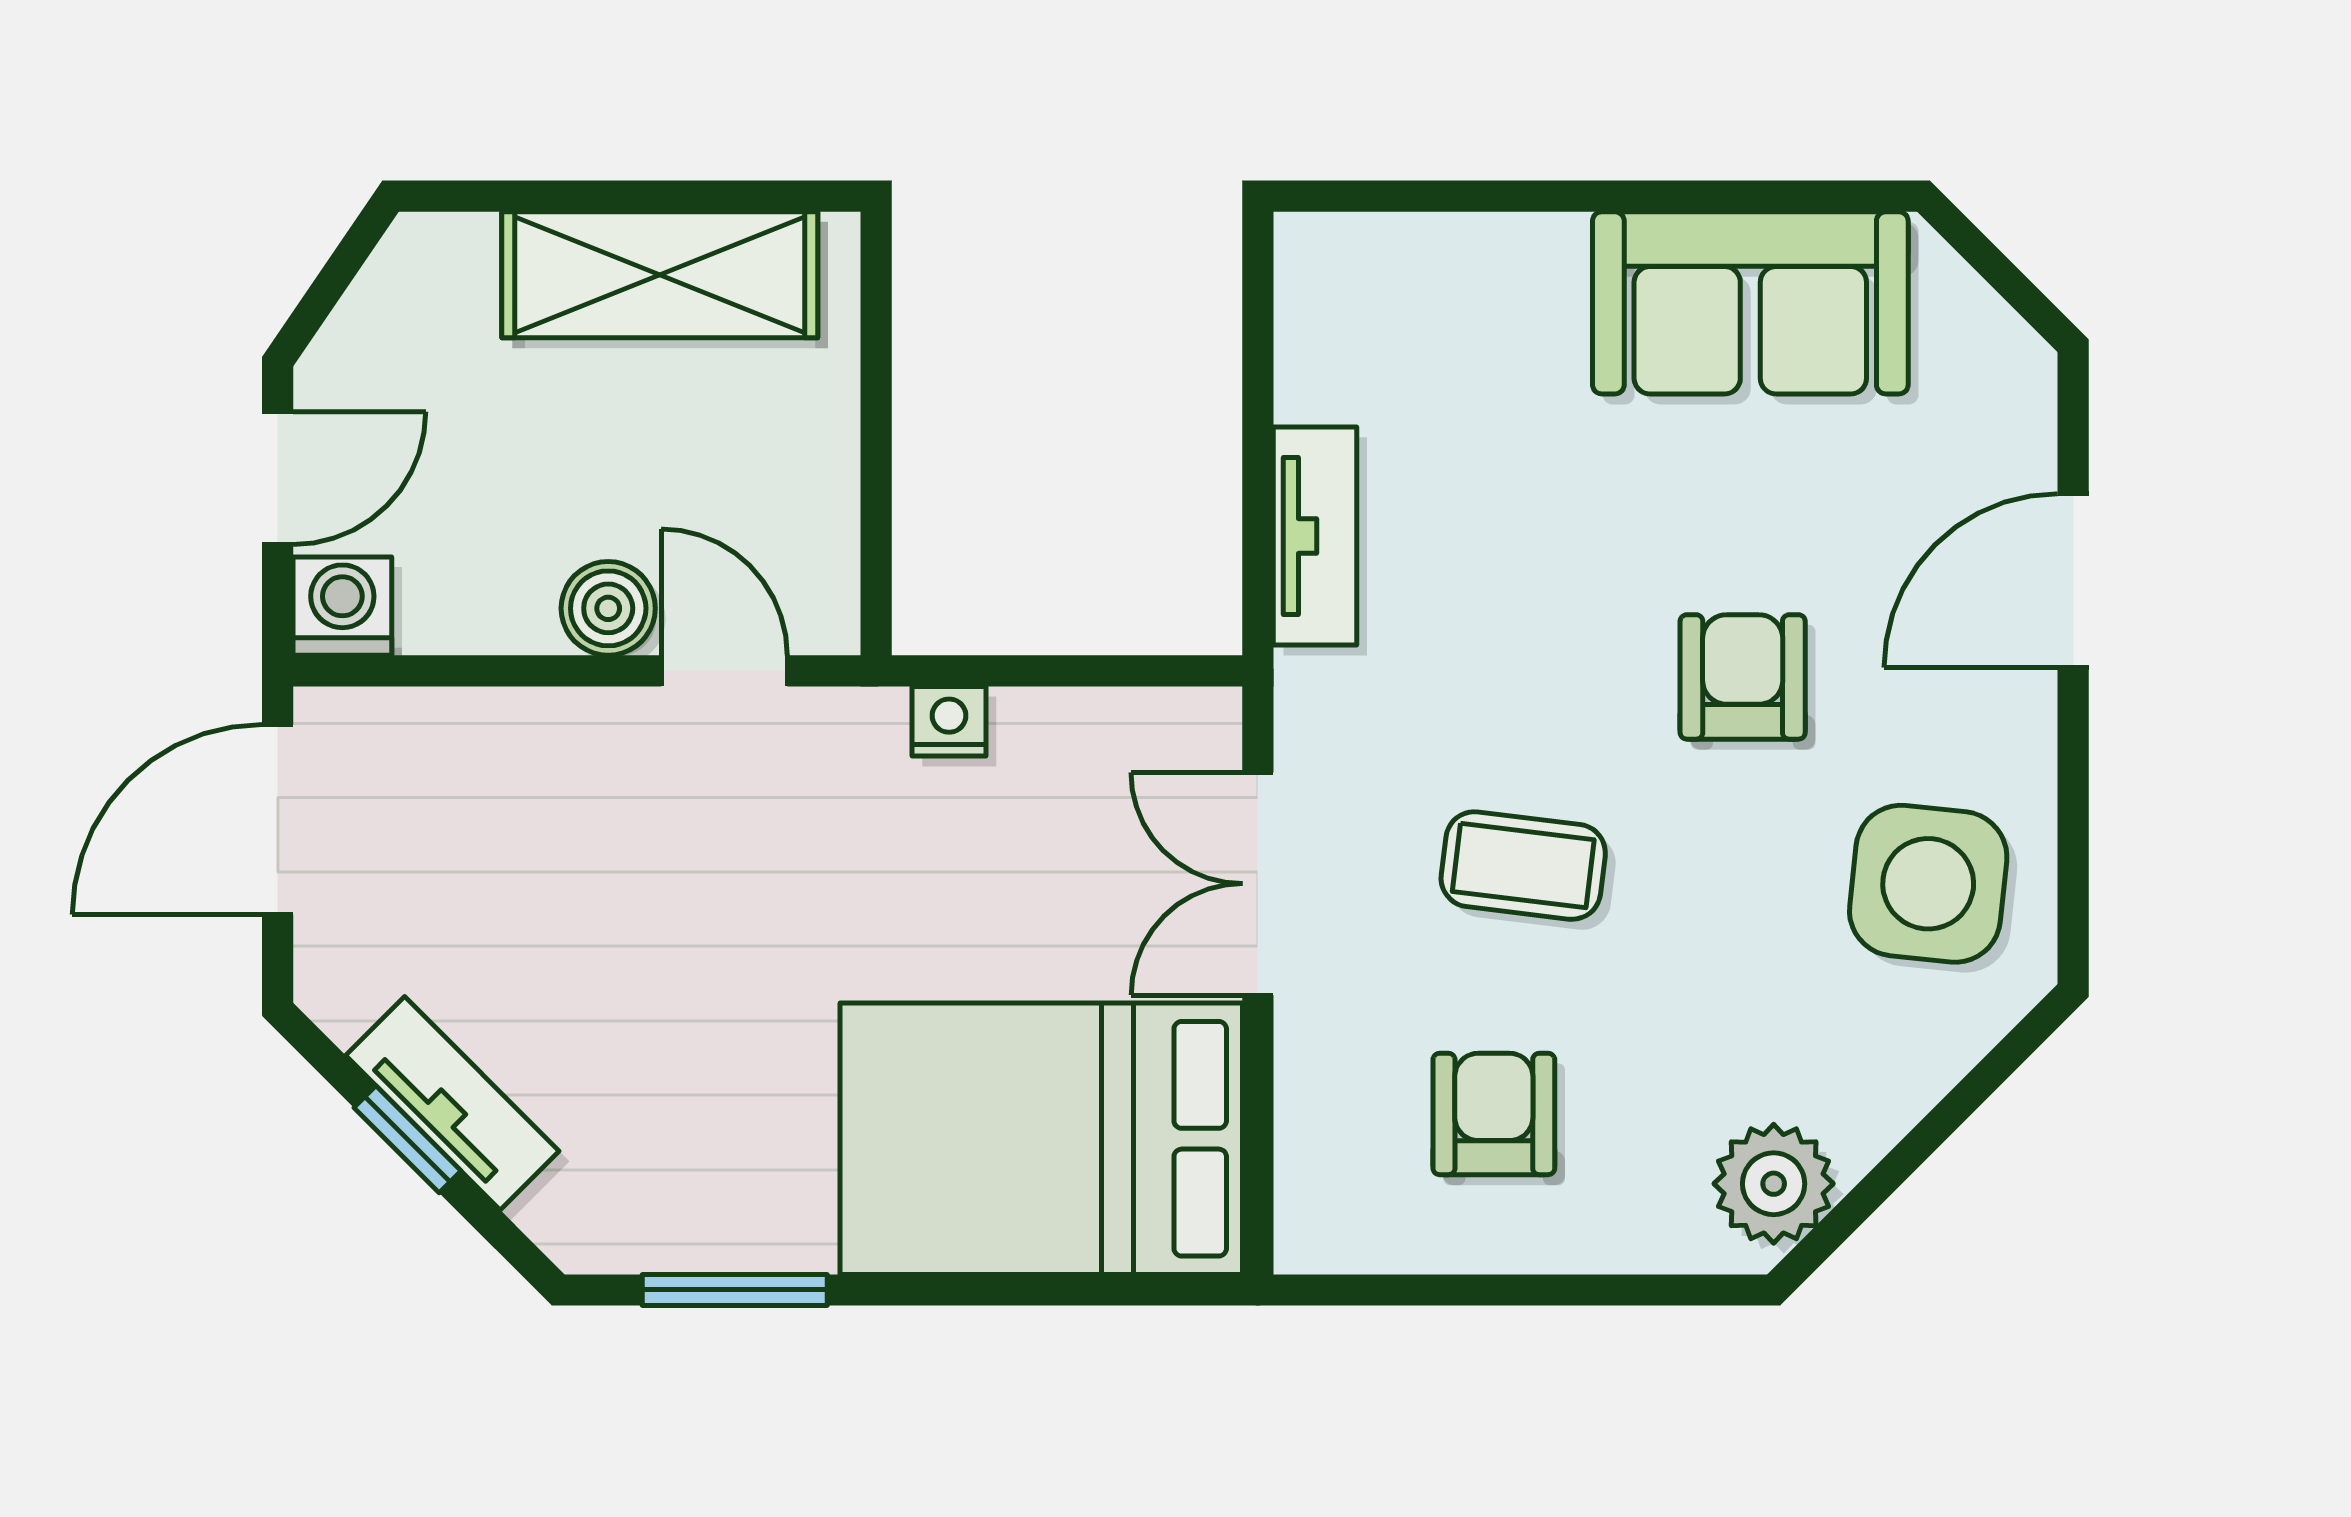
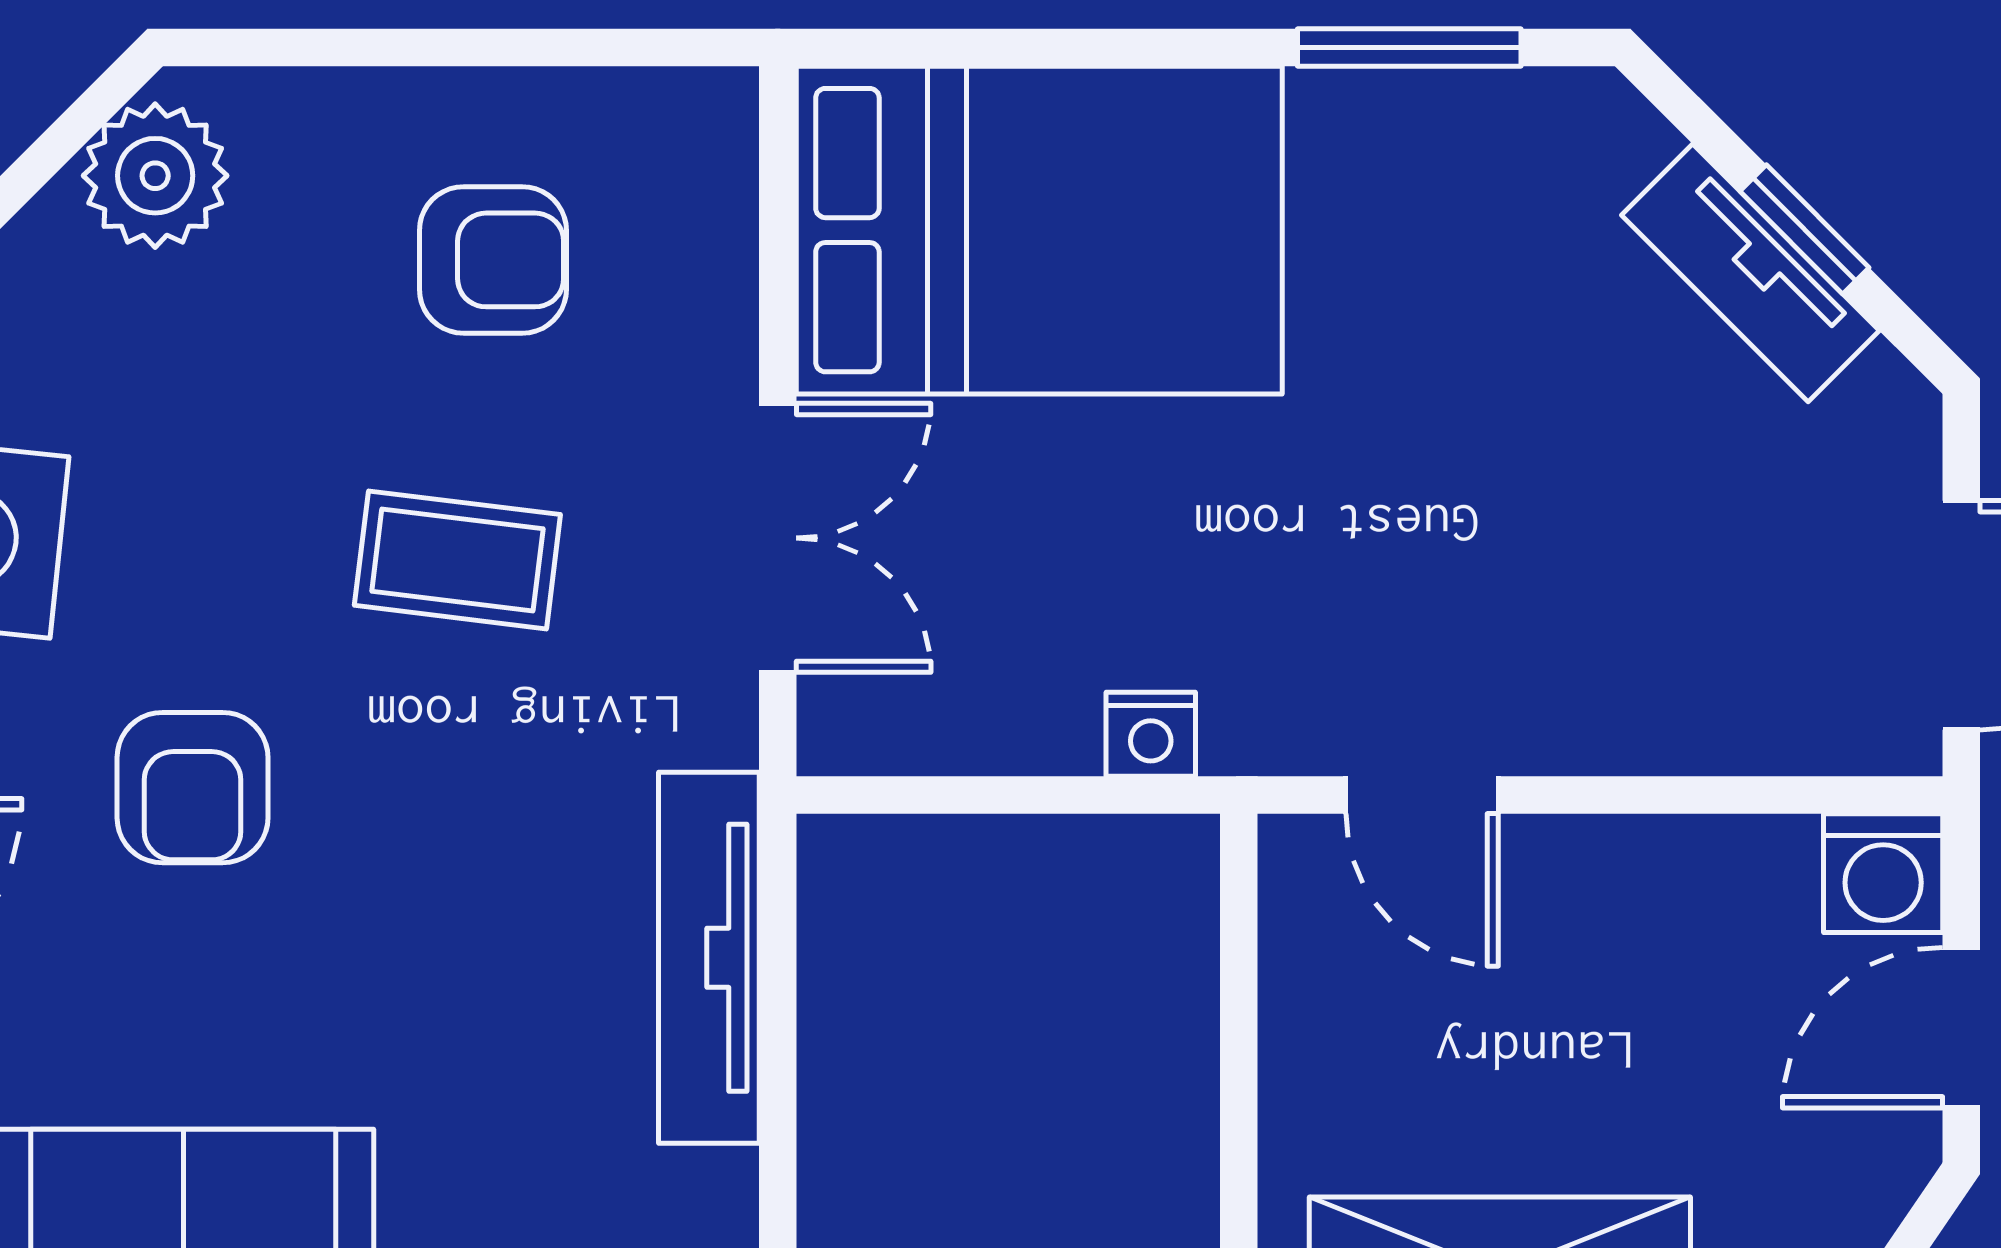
tv unit: (1315, 536) -> (709, 958), width x1.41
boiler: (608, 608) -> (1562, 870), removed
armchair: (1494, 1114) -> (493, 260), turned -90

